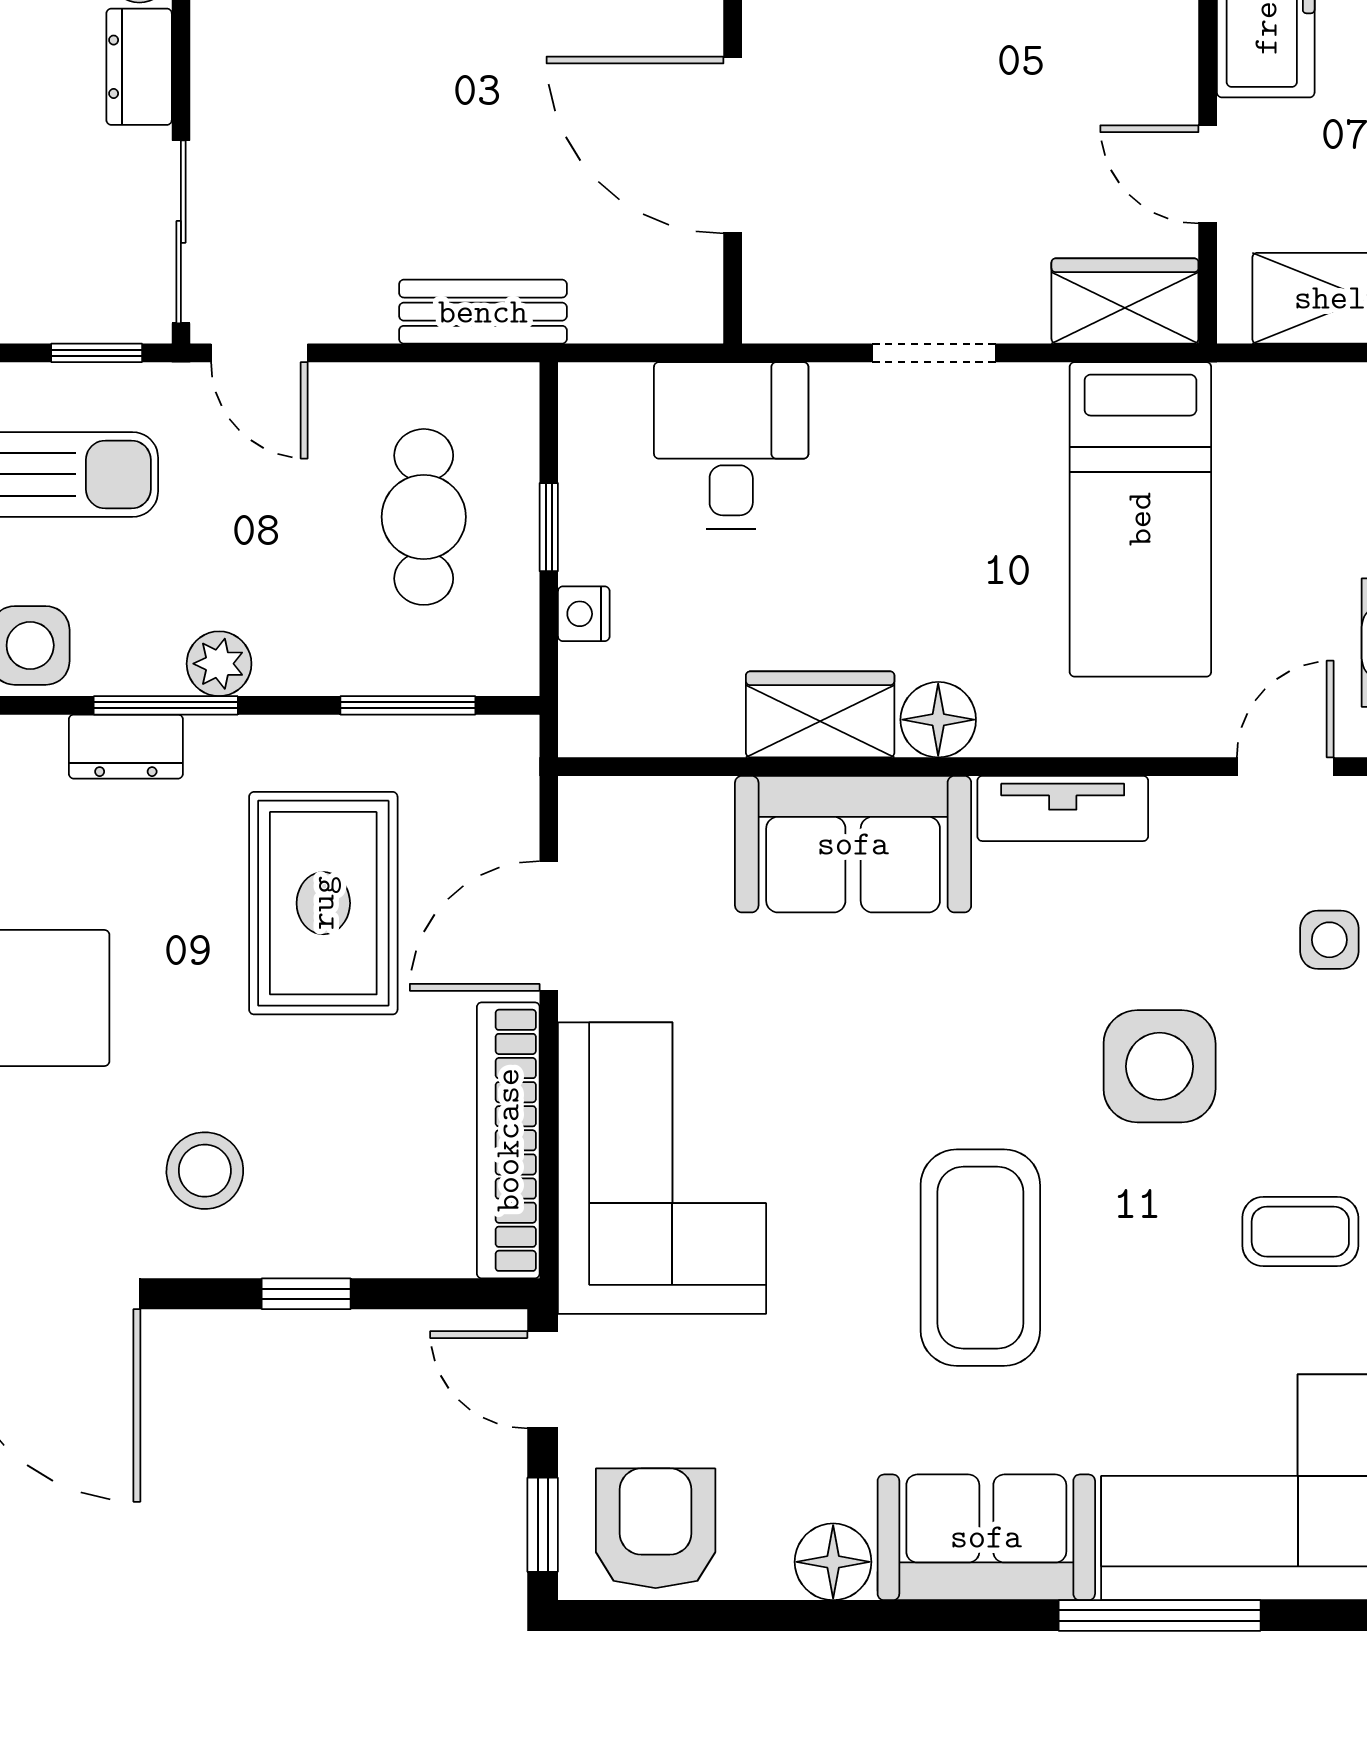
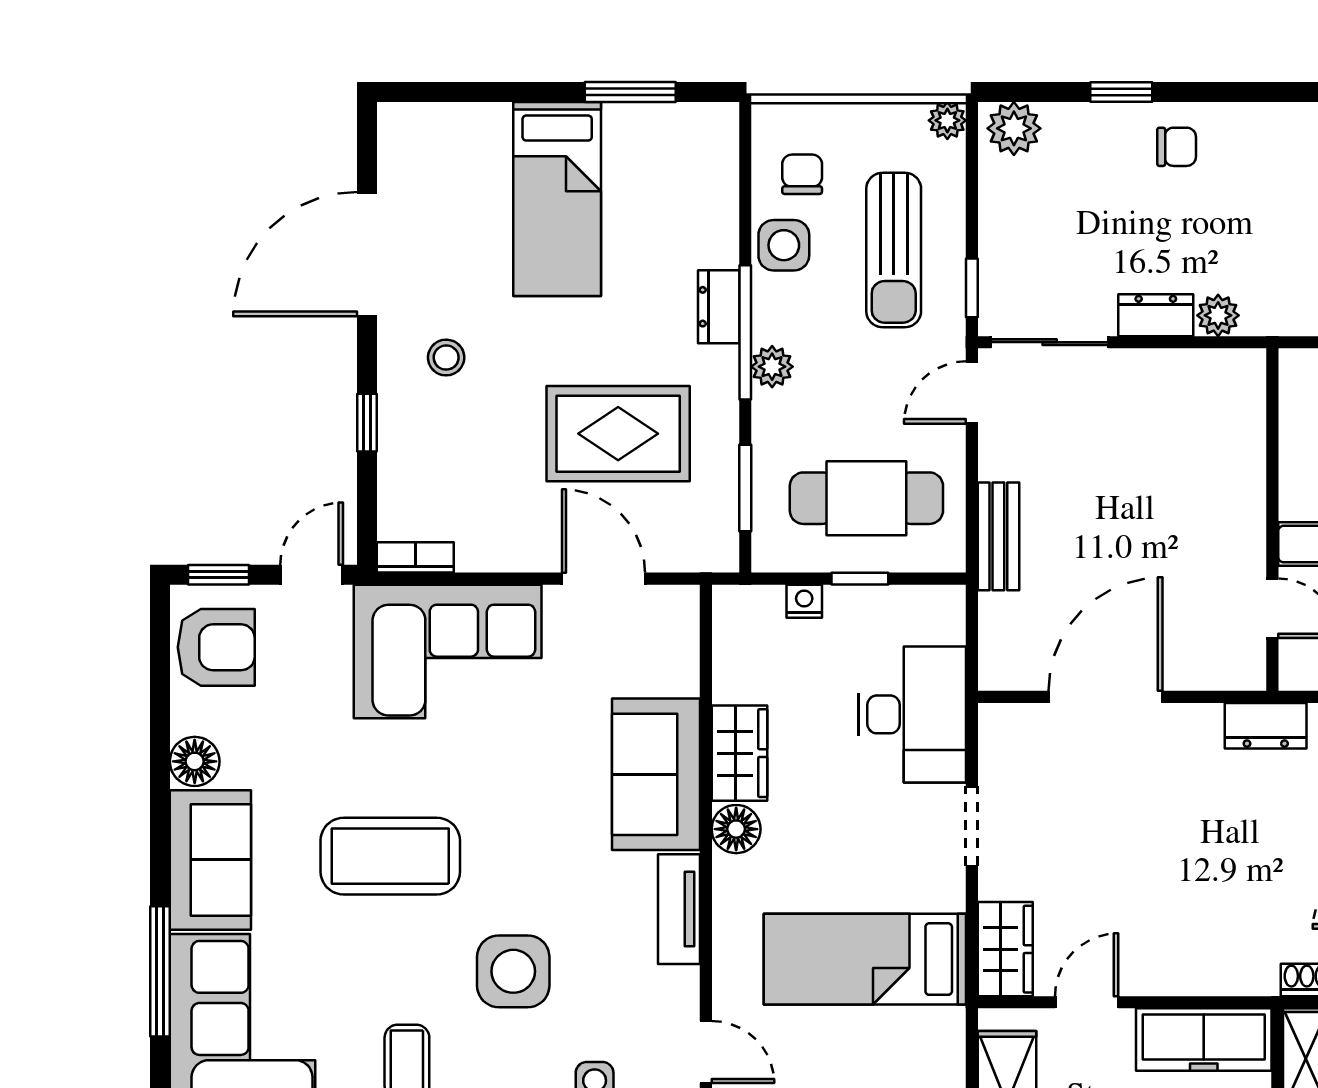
desk: (731, 445) -> (912, 714), width x1.37
cafe table: (424, 517) -> (866, 498), width x1.37, depth x1.35
window: (166, 705) -> (745, 332), width x1.44
bookcase: (508, 1140) -> (415, 557), width x0.43, depth x0.76
stool: (205, 1171) -> (446, 358), width x0.73, depth x0.73

